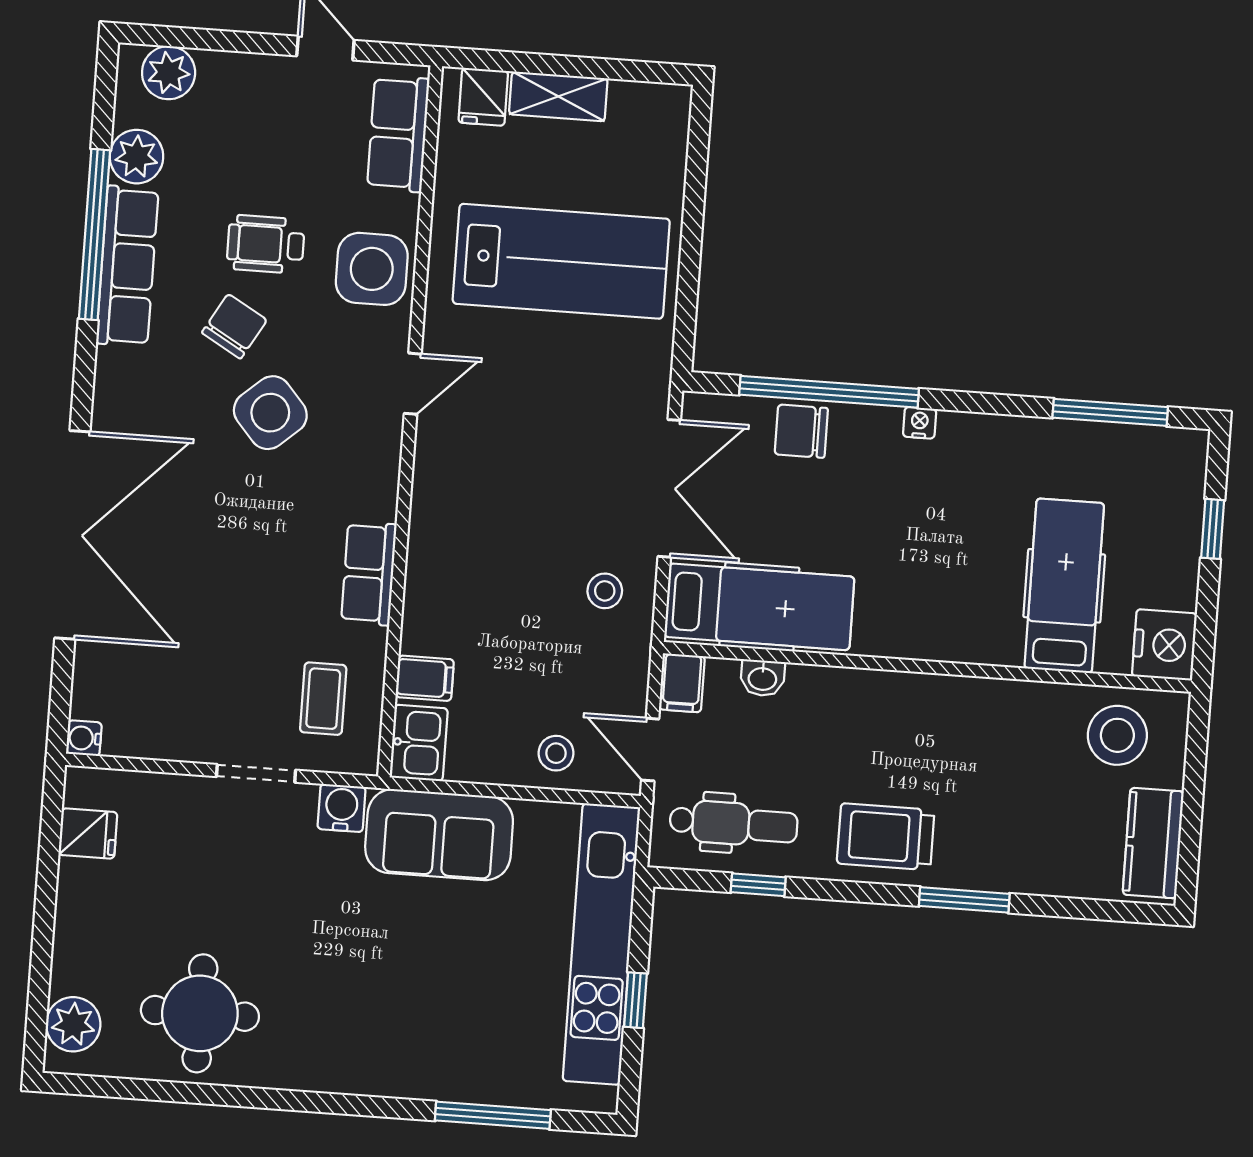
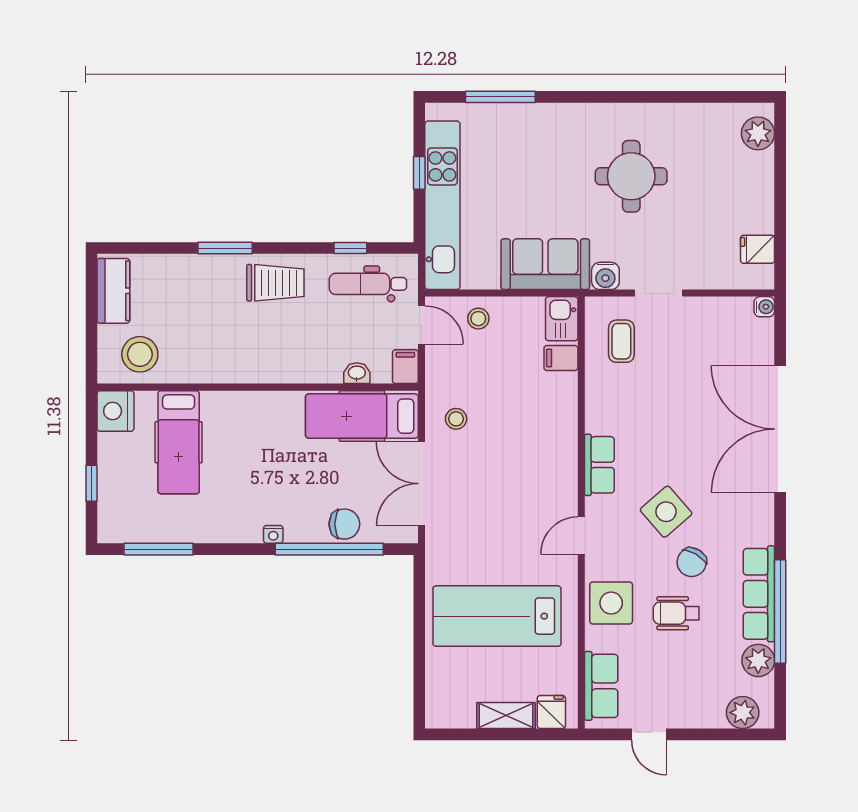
wheelchair: (266, 244) -> (676, 613), turned 180
row of seats: (369, 573) -> (599, 465), moved
round table: (200, 1013) -> (631, 176), moved

